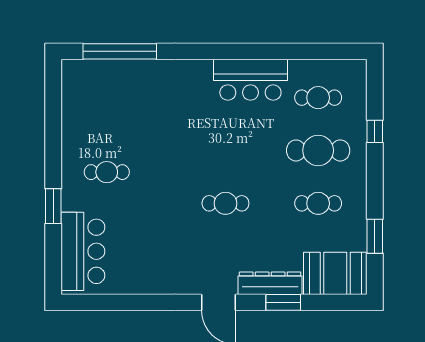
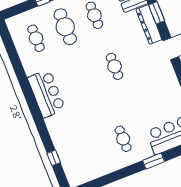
window: (120, 51) -> (54, 158), width x0.32
bar counter: (250, 80) -> (46, 94), moved

